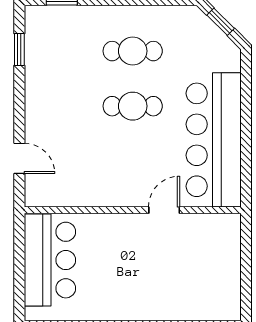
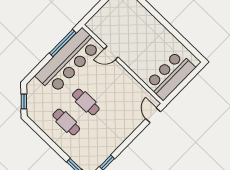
door: (19, 158) -> (153, 115), moved
window: (246, 158) -> (63, 43), added

